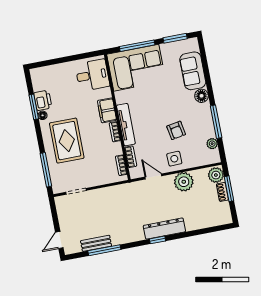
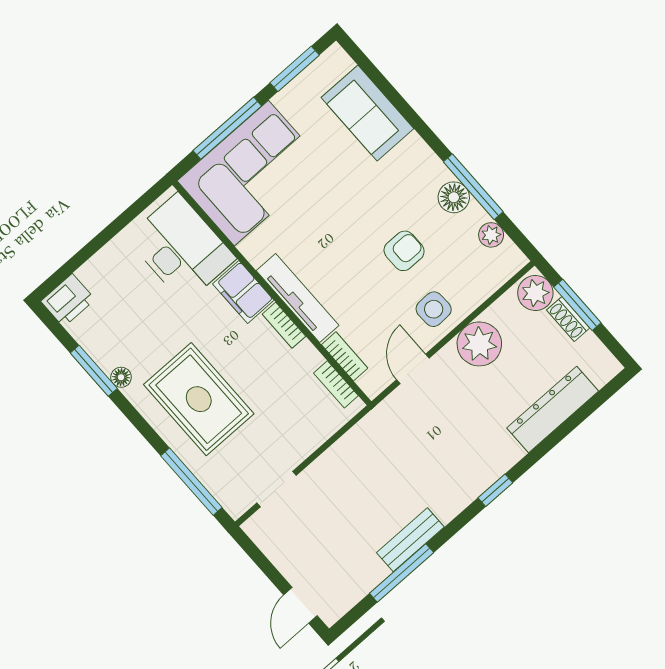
desk: (92, 75) -> (181, 248), width x1.37
floor lamp: (202, 96) -> (454, 197), moved
printer: (43, 100) -> (68, 300), moved, turned 90
armchair: (176, 130) -> (404, 251), turned -80
door: (153, 176) -> (413, 369), hinge flipped
dresser: (164, 229) -> (553, 409), moved
bench: (96, 243) -> (410, 540), moved

